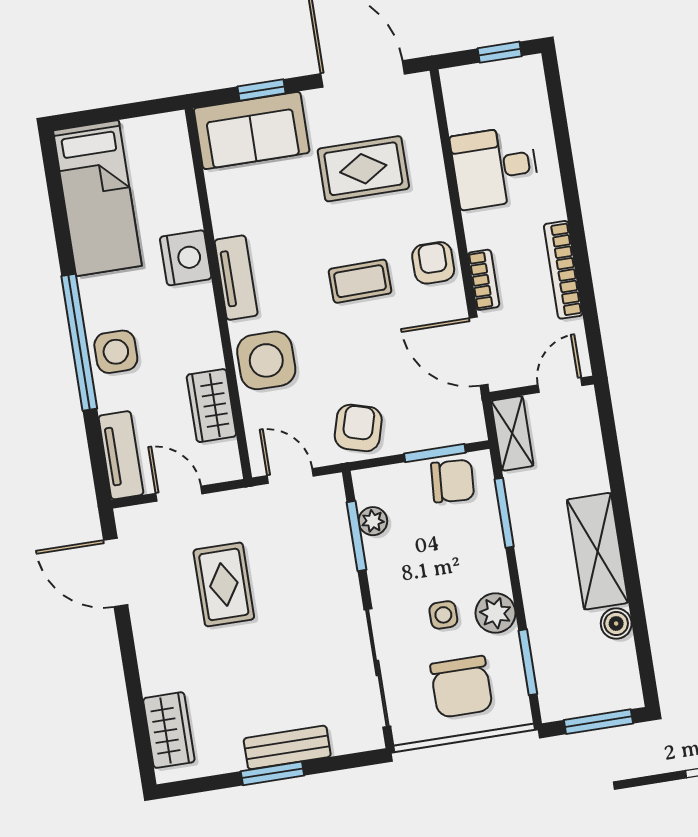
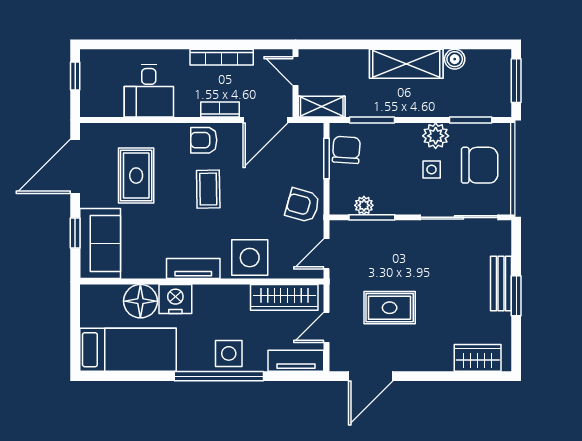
floor lamp: (174, 205) -> (140, 301), added
wardrobe: (211, 406) -> (284, 297), width x1.50

